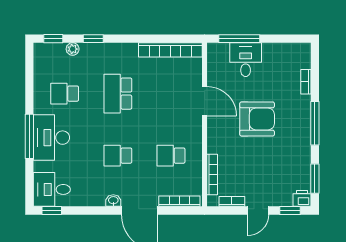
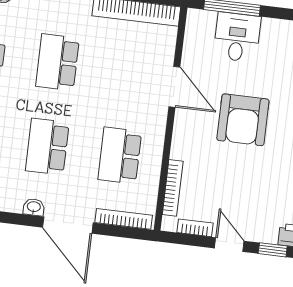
armchair: (257, 119) -> (243, 120), turned 90
school desk: (118, 156) -> (47, 147), width x1.85
school desk: (171, 156) -> (120, 155), width x1.85
door: (258, 211) -> (229, 245), swing flipped

